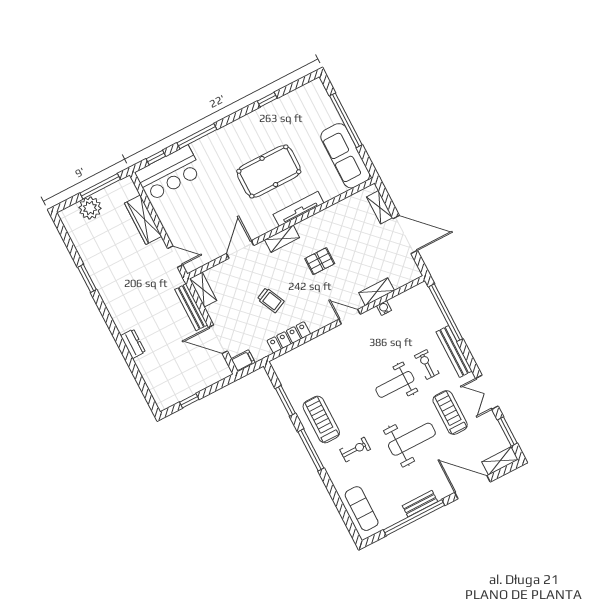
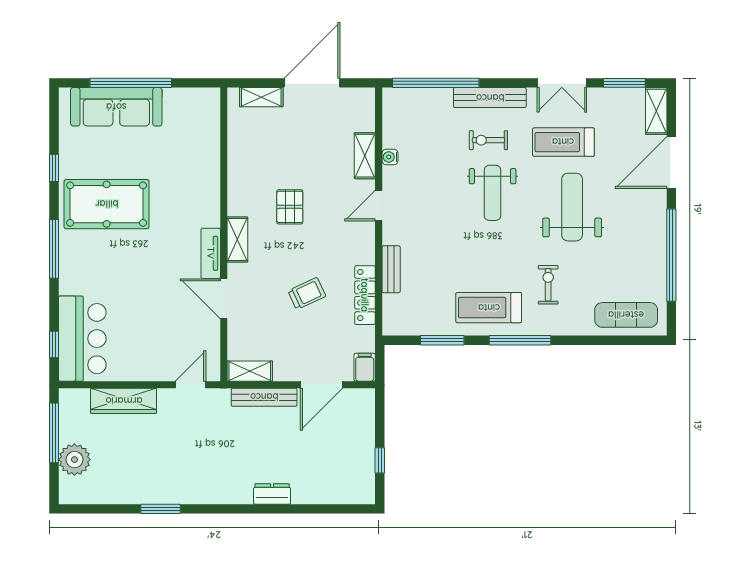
window: (197, 136) -> (54, 249), moved
sofa: (345, 156) -> (116, 107), moved
pool table: (269, 171) -> (107, 204), moved, turned 90
tv unit: (299, 209) -> (211, 253), moved, width x0.71
bench: (420, 504) -> (391, 269), moved

